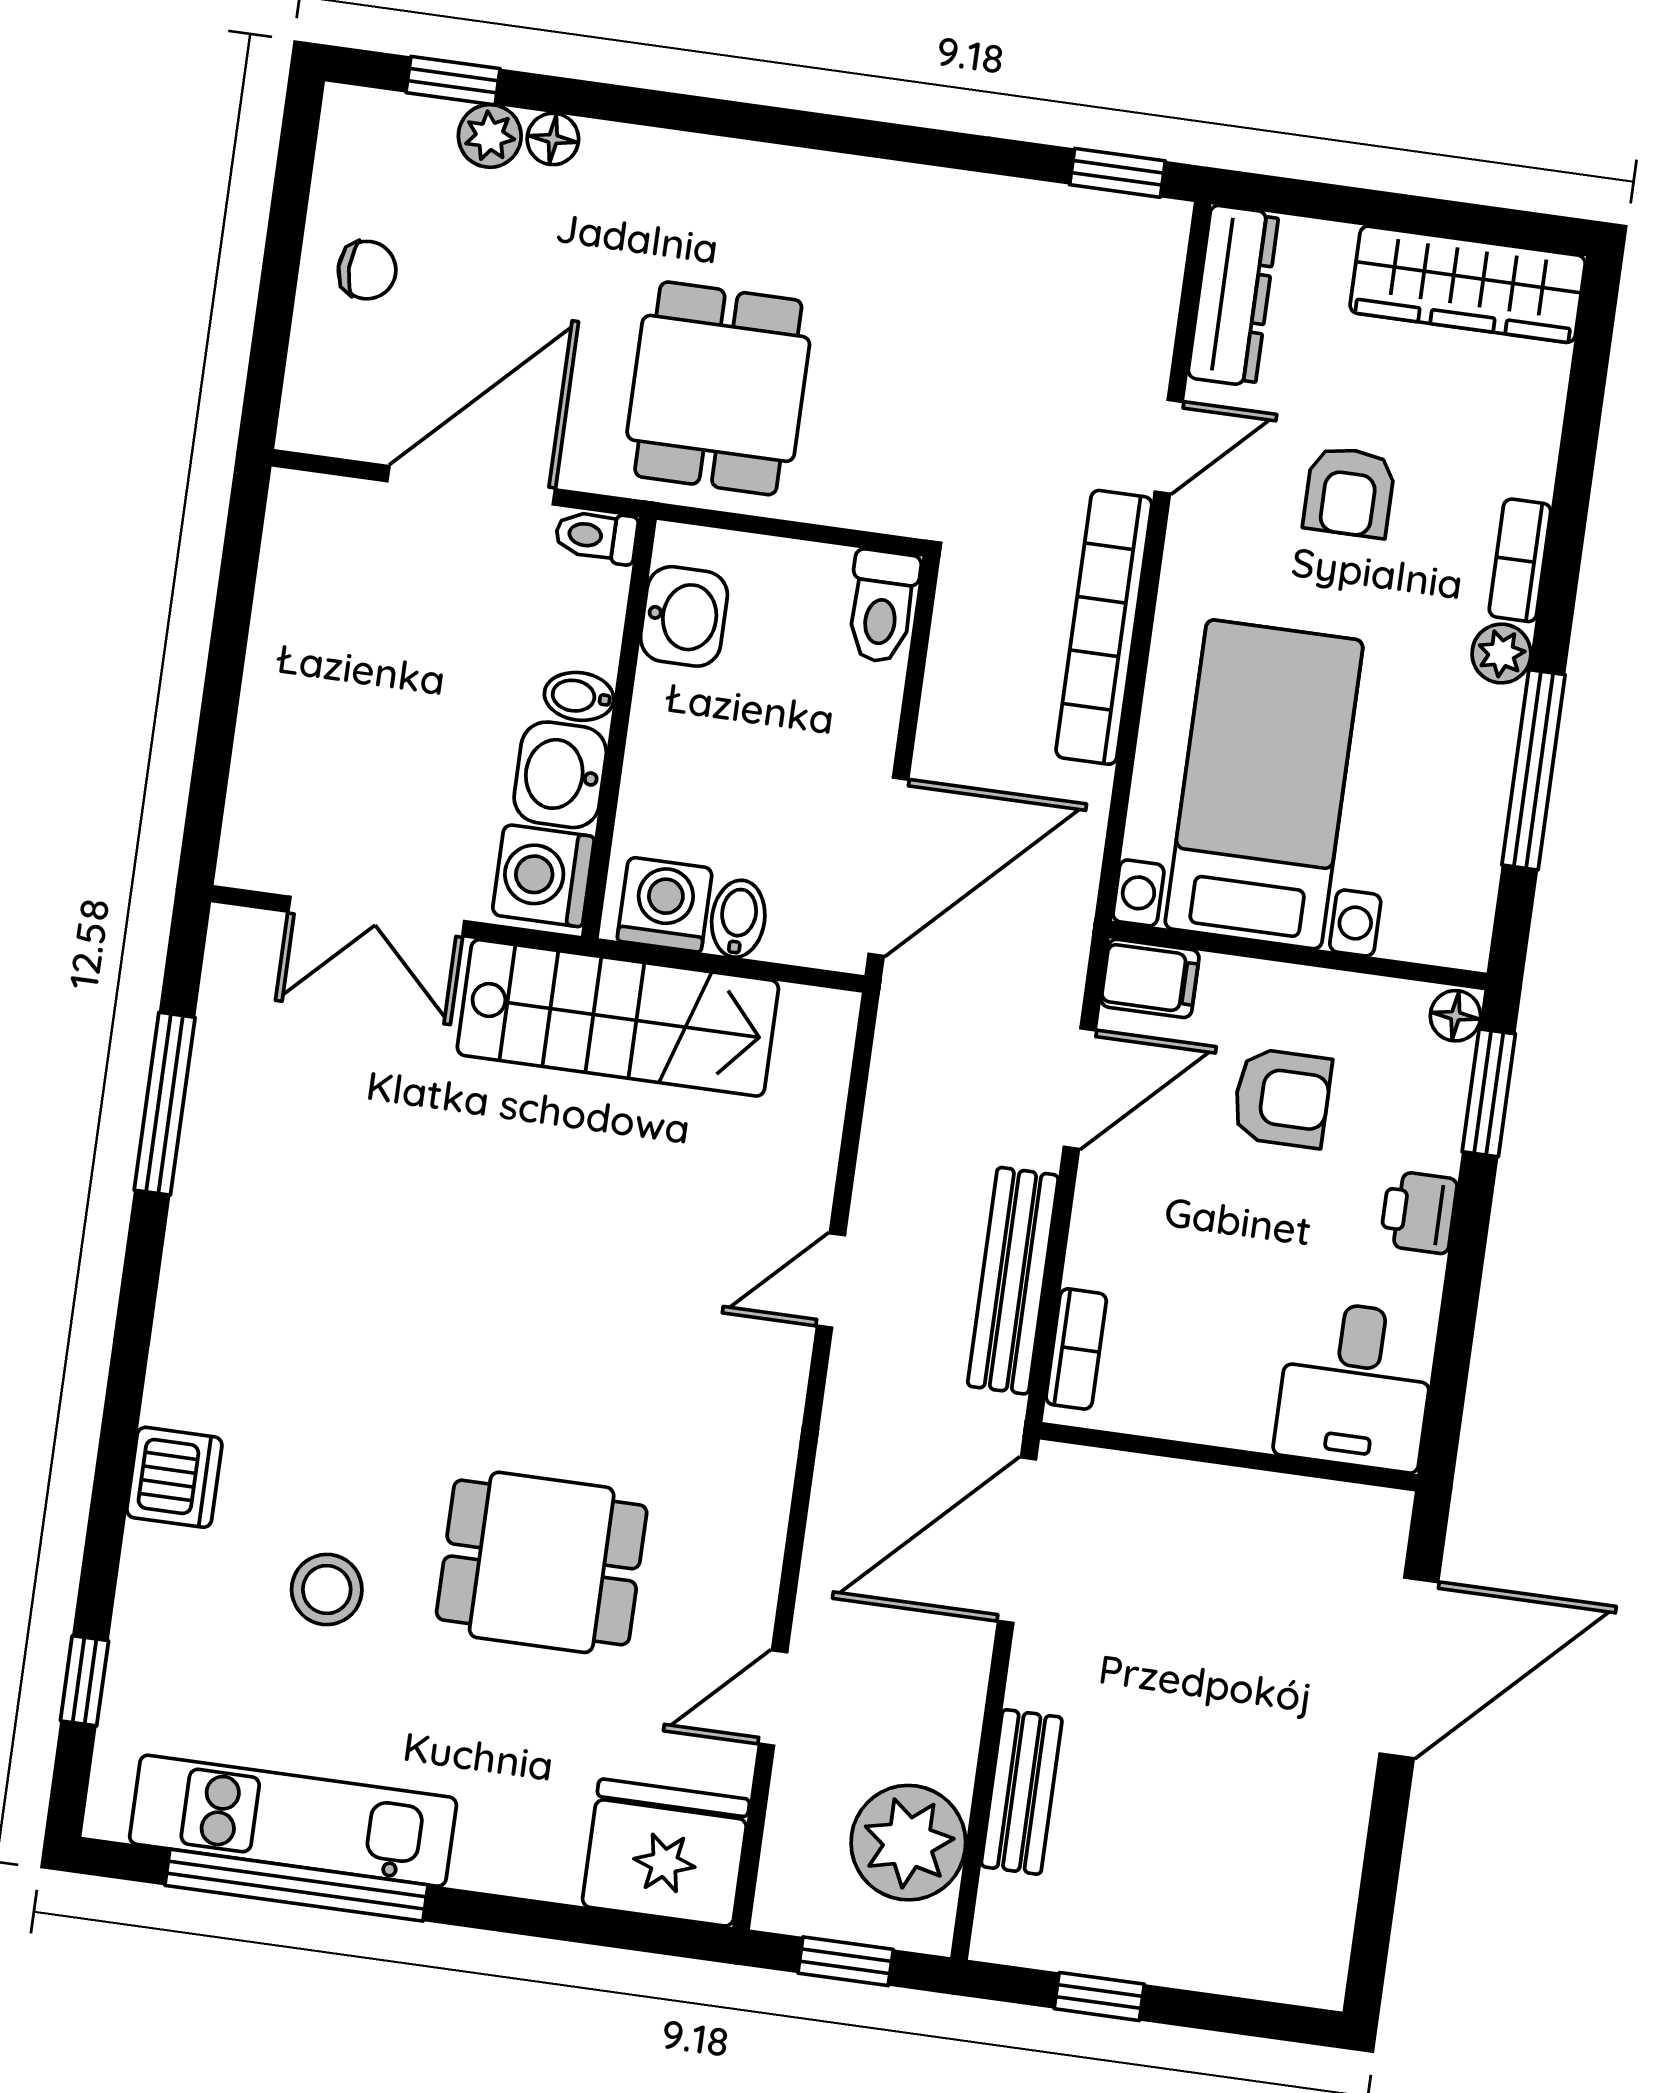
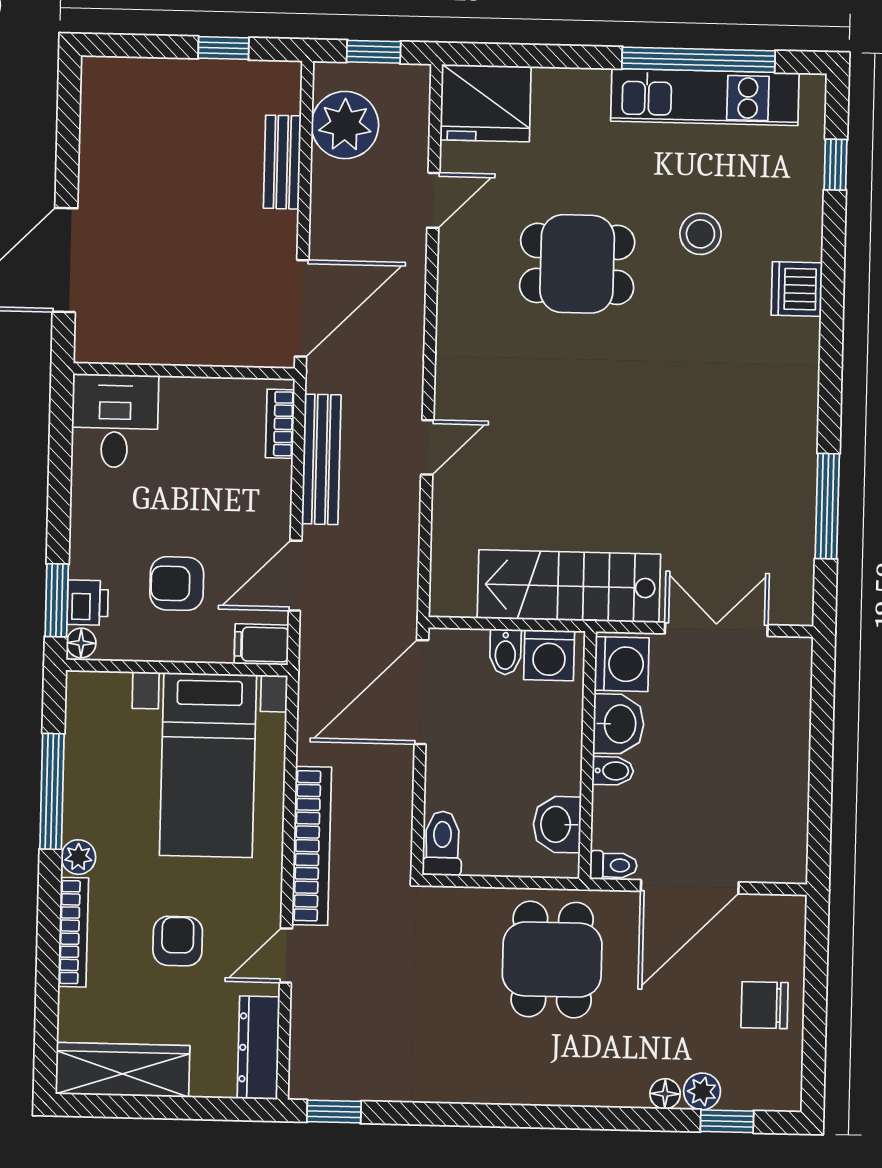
chair: (367, 270) -> (765, 1005), width x1.37, depth x1.37
bookcase: (1520, 560) -> (73, 932), width x1.56
printer: (1419, 1212) -> (88, 603), moved

